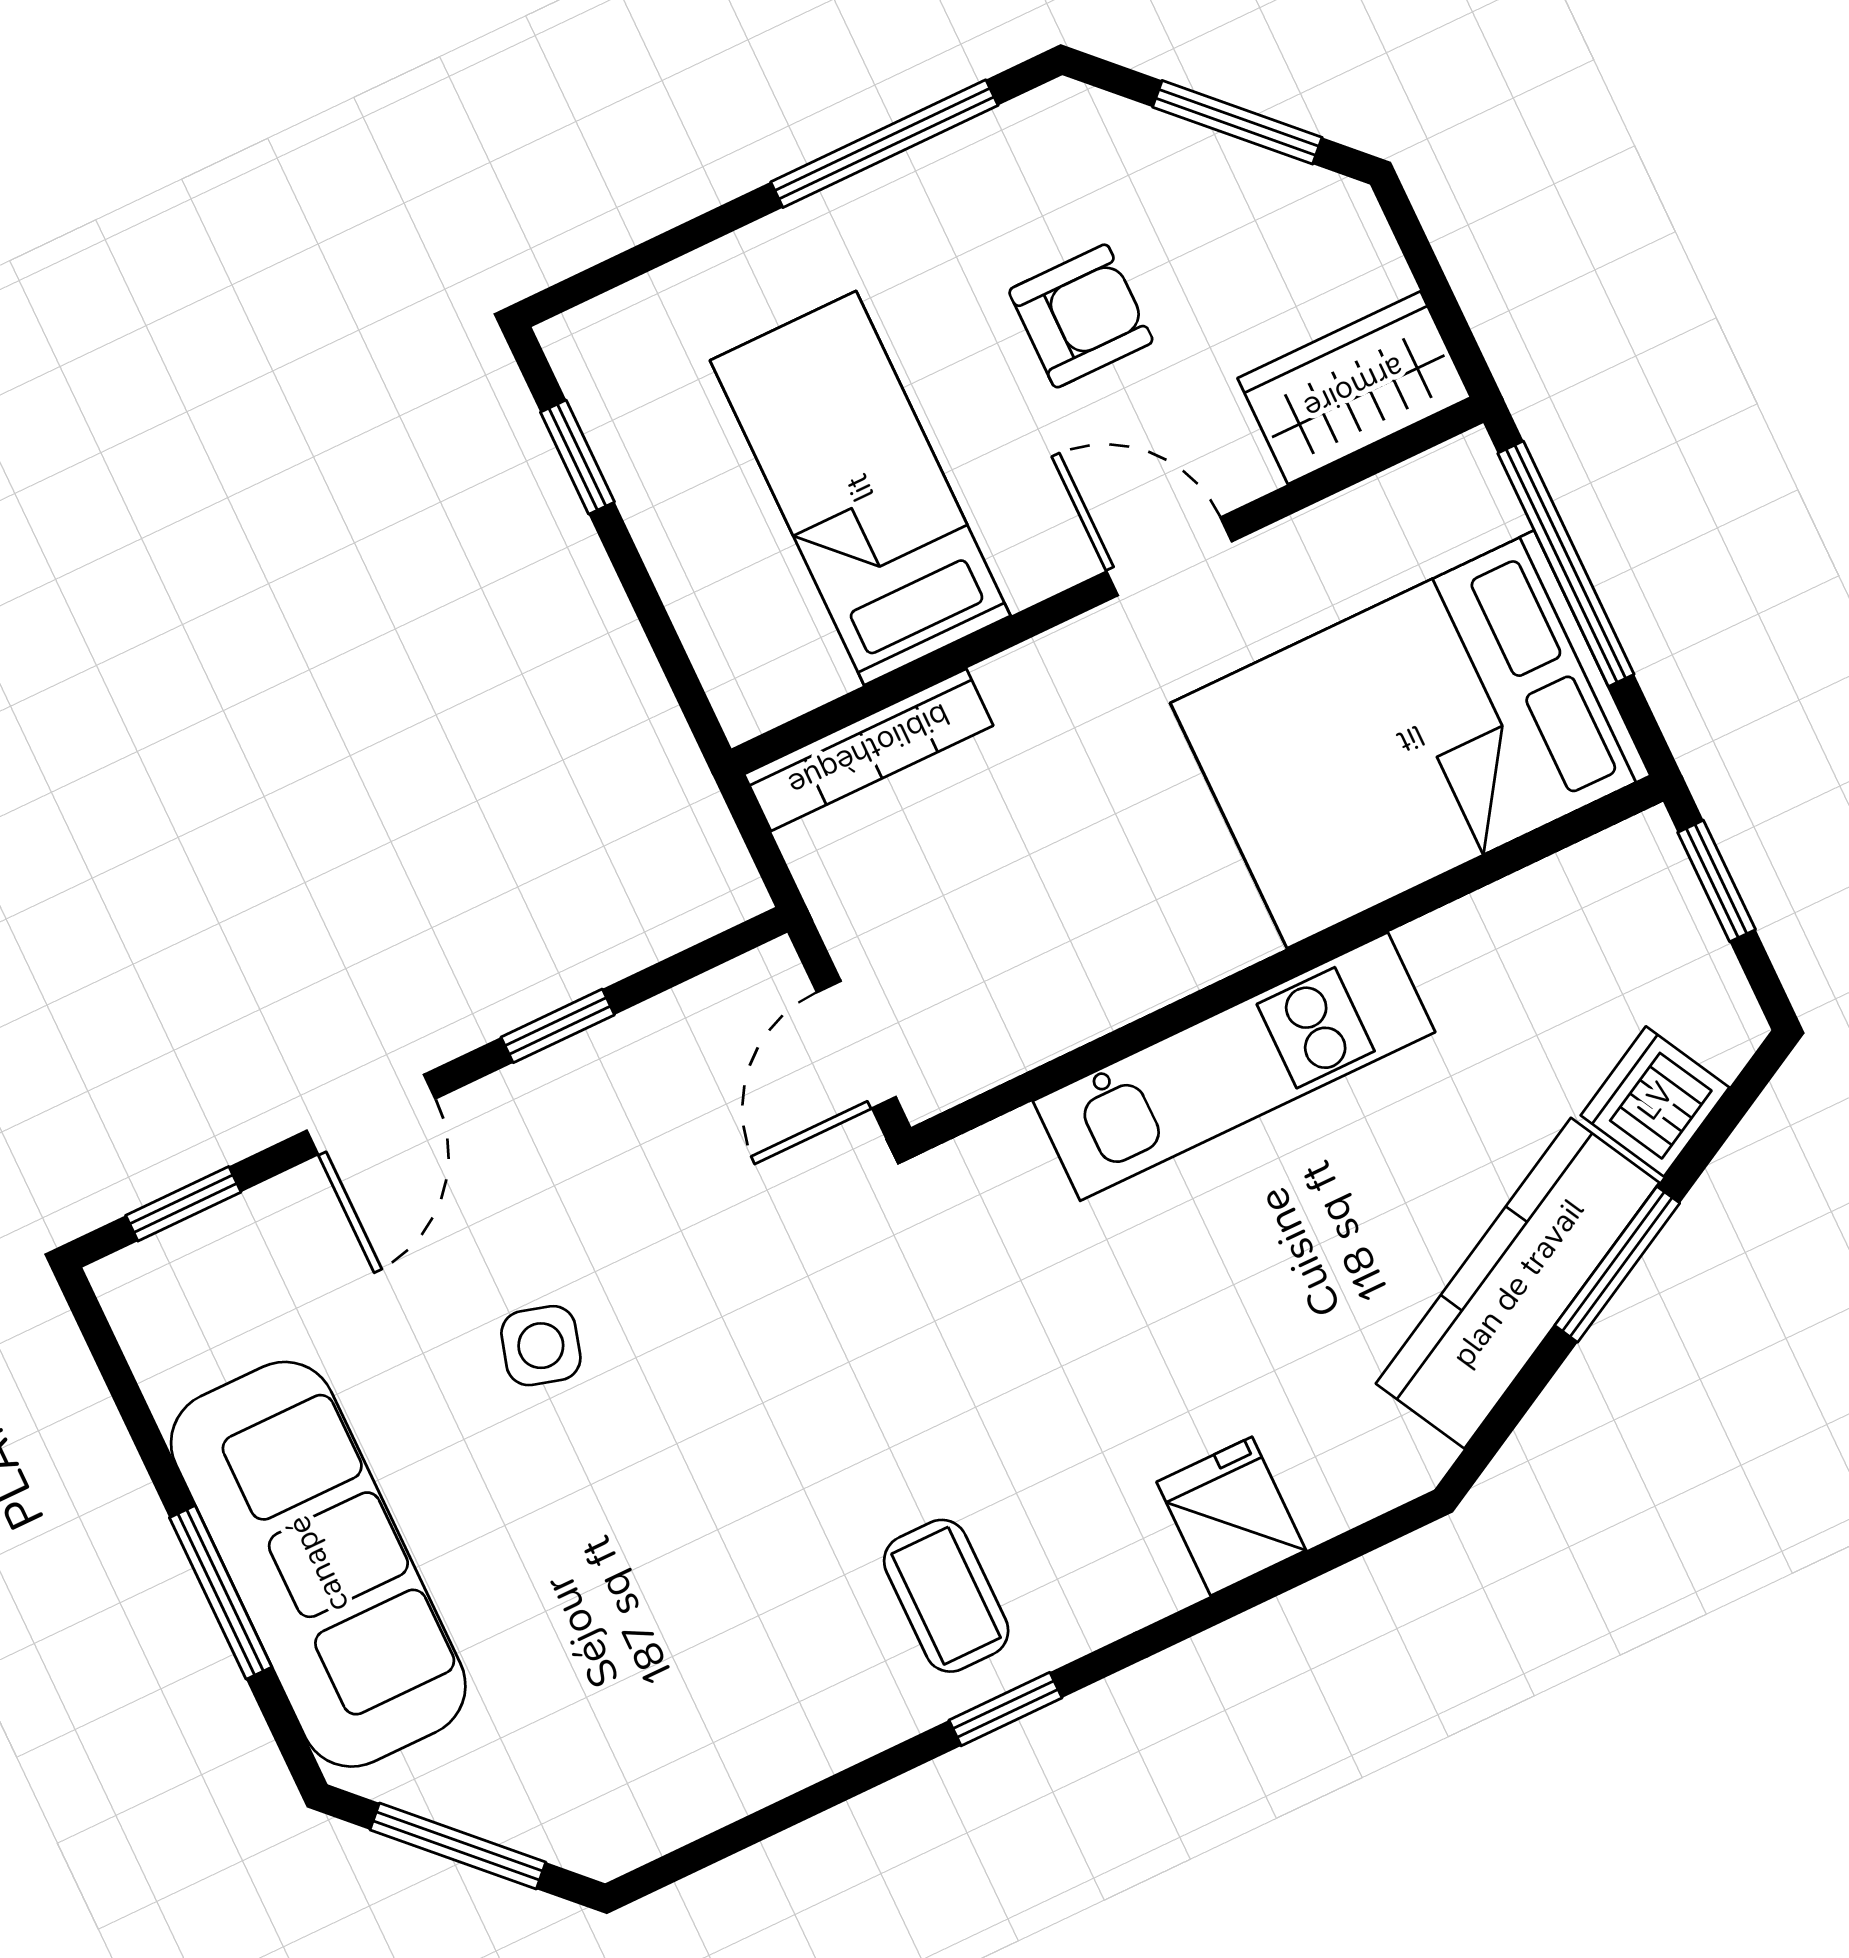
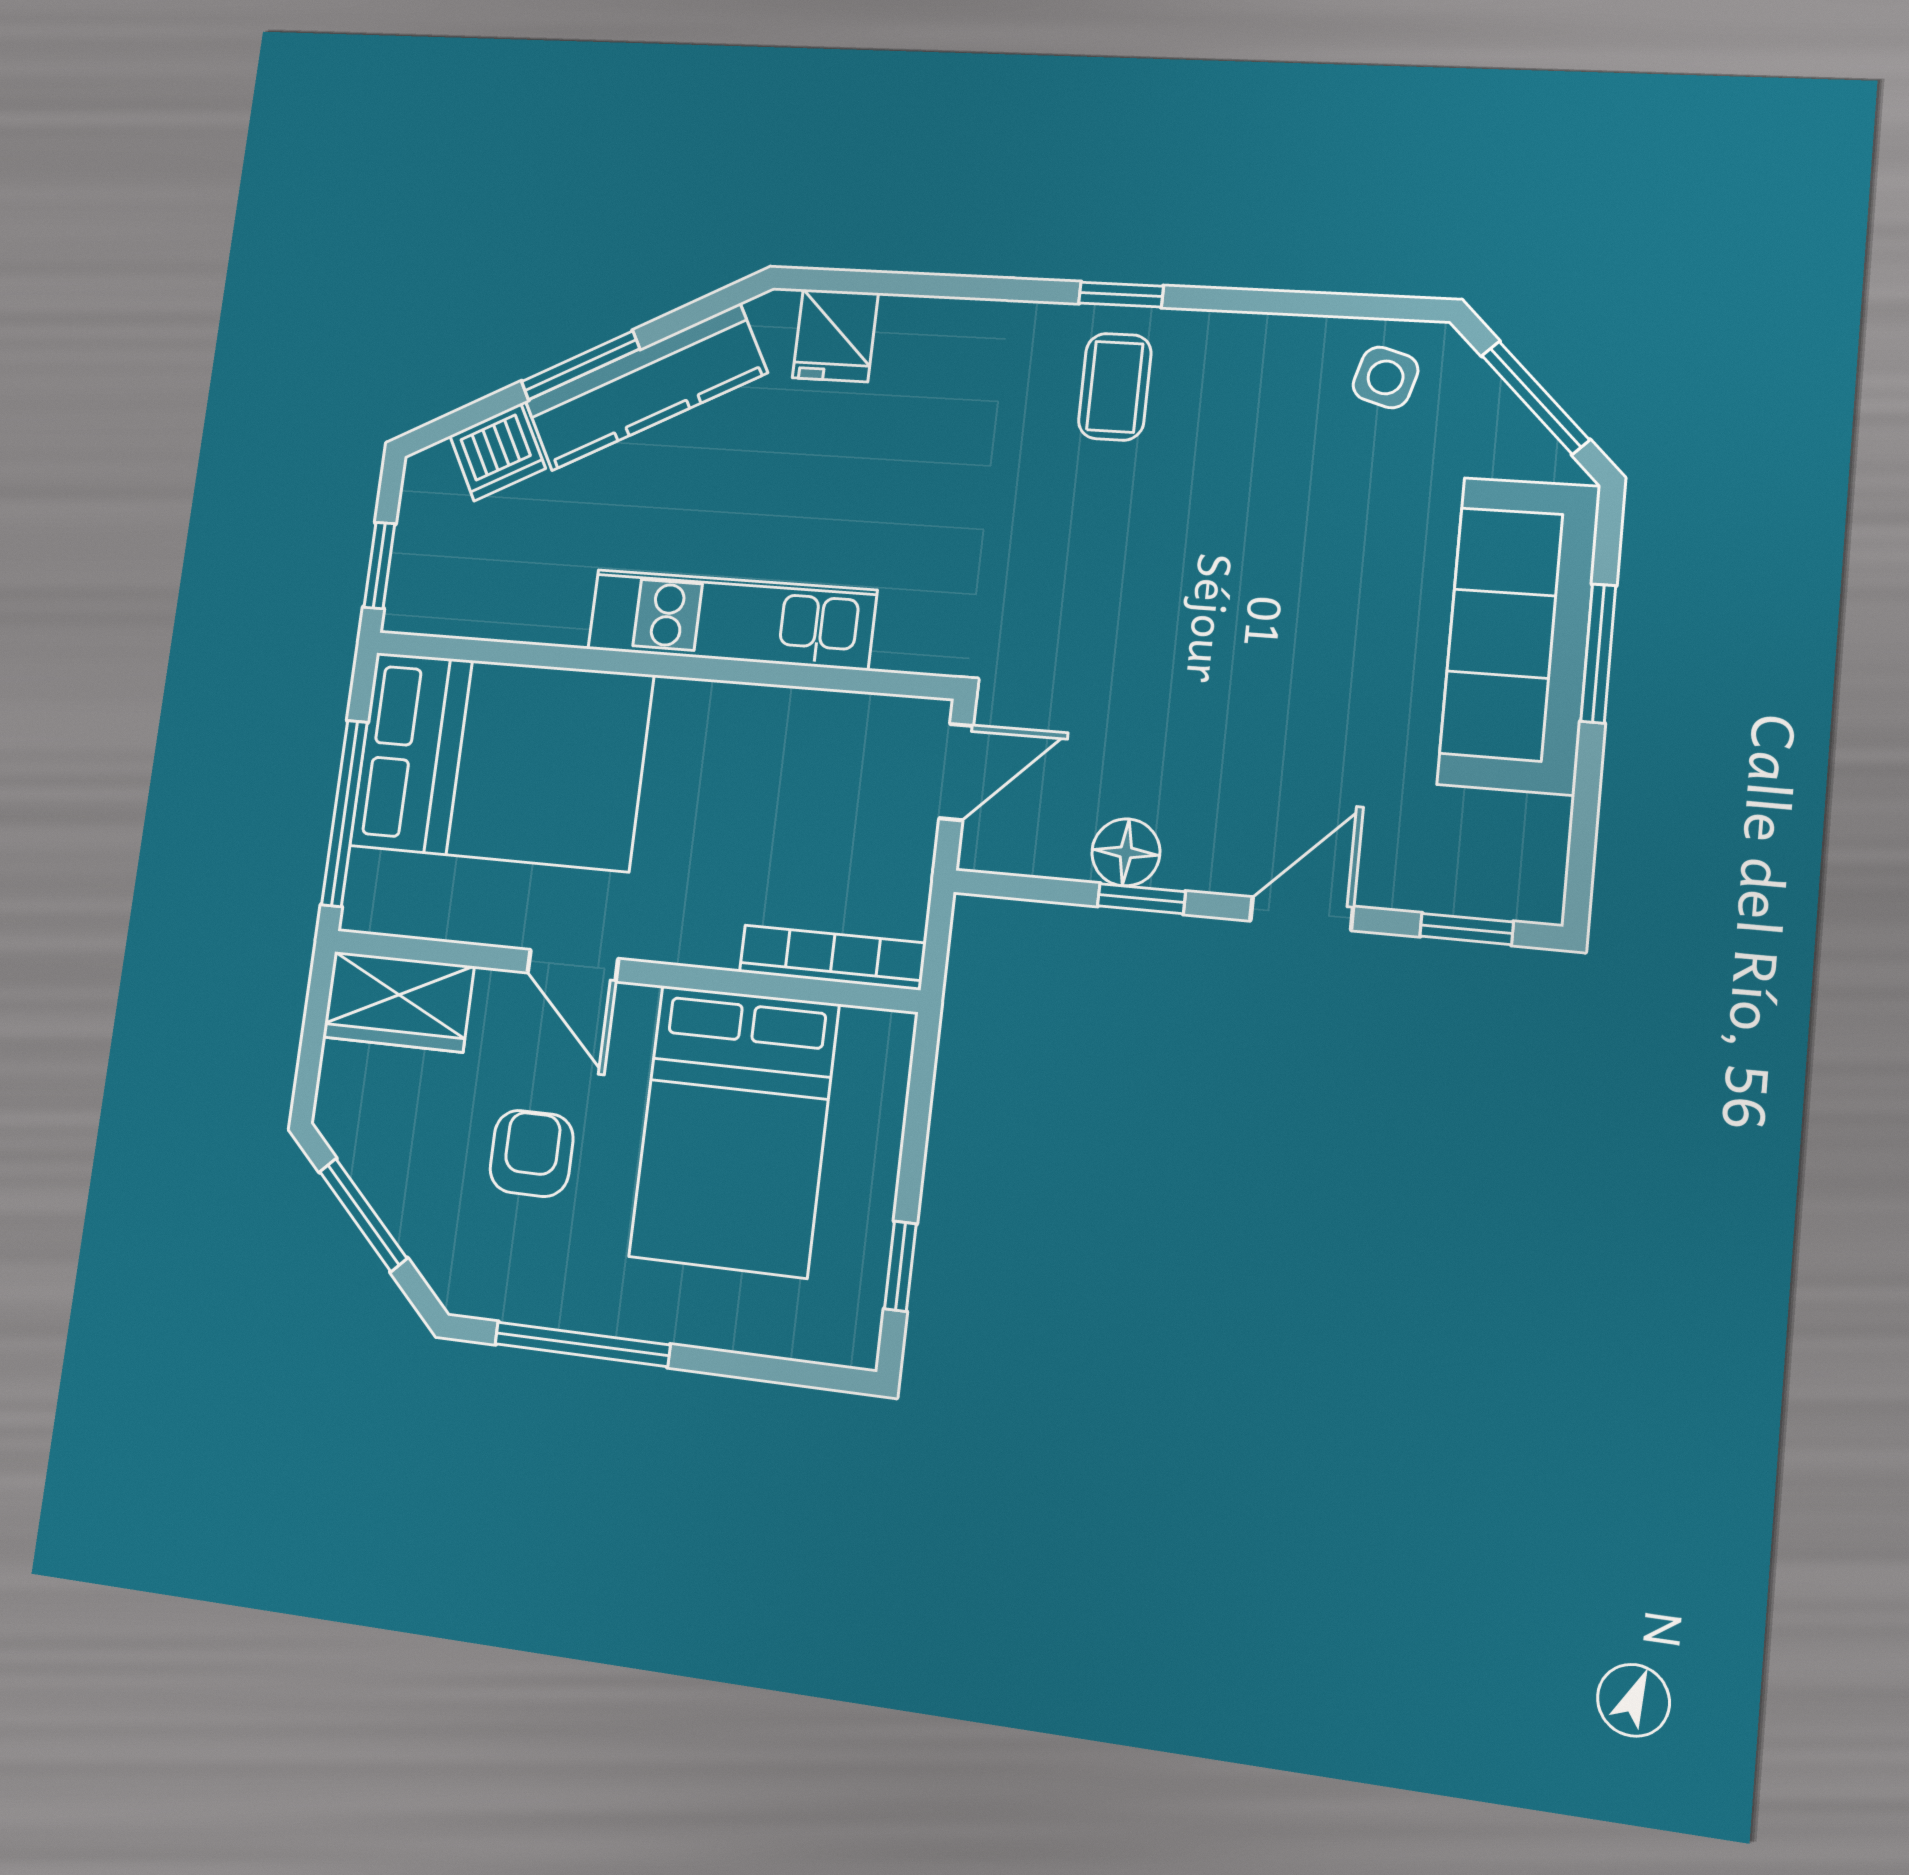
armchair: (1081, 316) -> (532, 1153), turned 90
bed: (860, 488) -> (734, 1130), width x1.50
floor lamp: (607, 1067) -> (1126, 852), added
side table: (541, 1346) -> (1386, 377), moved
fridge: (1231, 1516) -> (835, 335), moved

